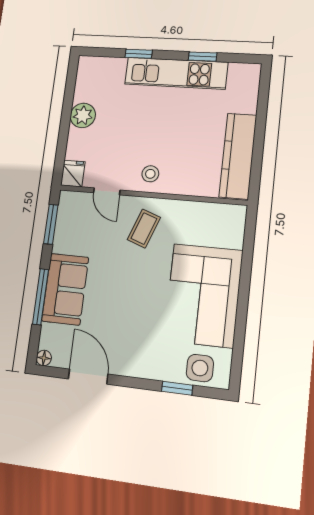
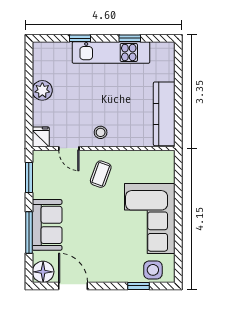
floor lamp: (44, 358) -> (43, 272), width x1.89, depth x1.89

